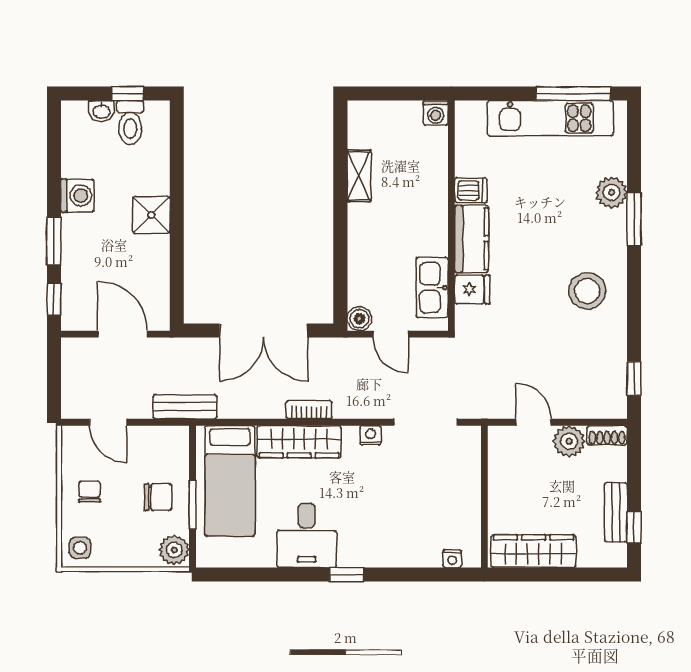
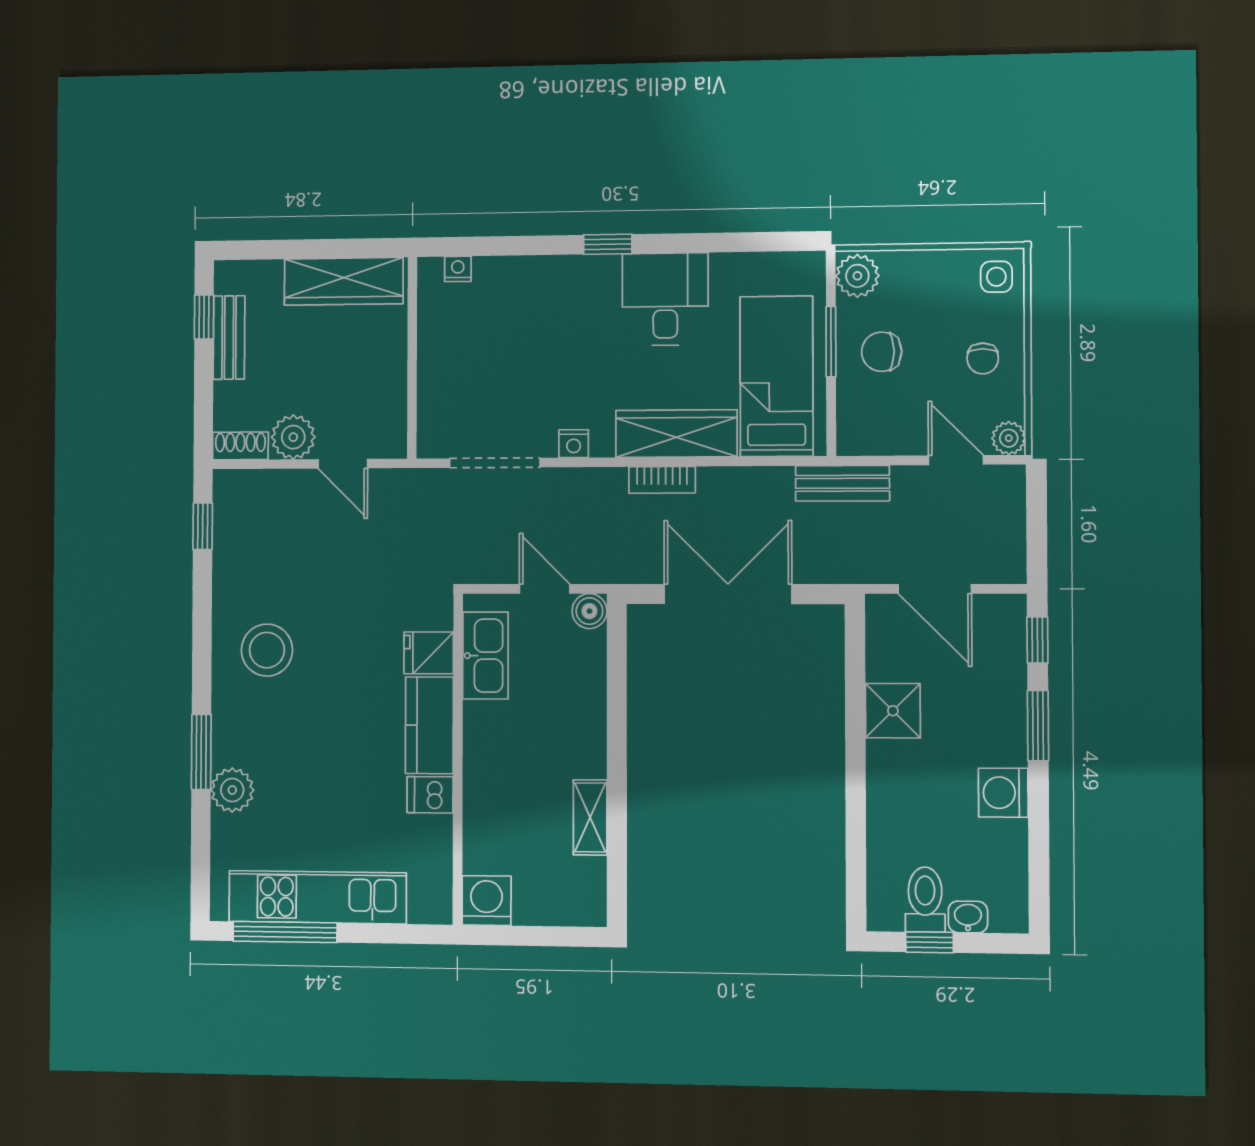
washing machine: (436, 113) -> (487, 901), width x1.38, depth x1.38
shower: (151, 215) -> (893, 711), moved
plant: (72, 437) -> (1009, 438), added

